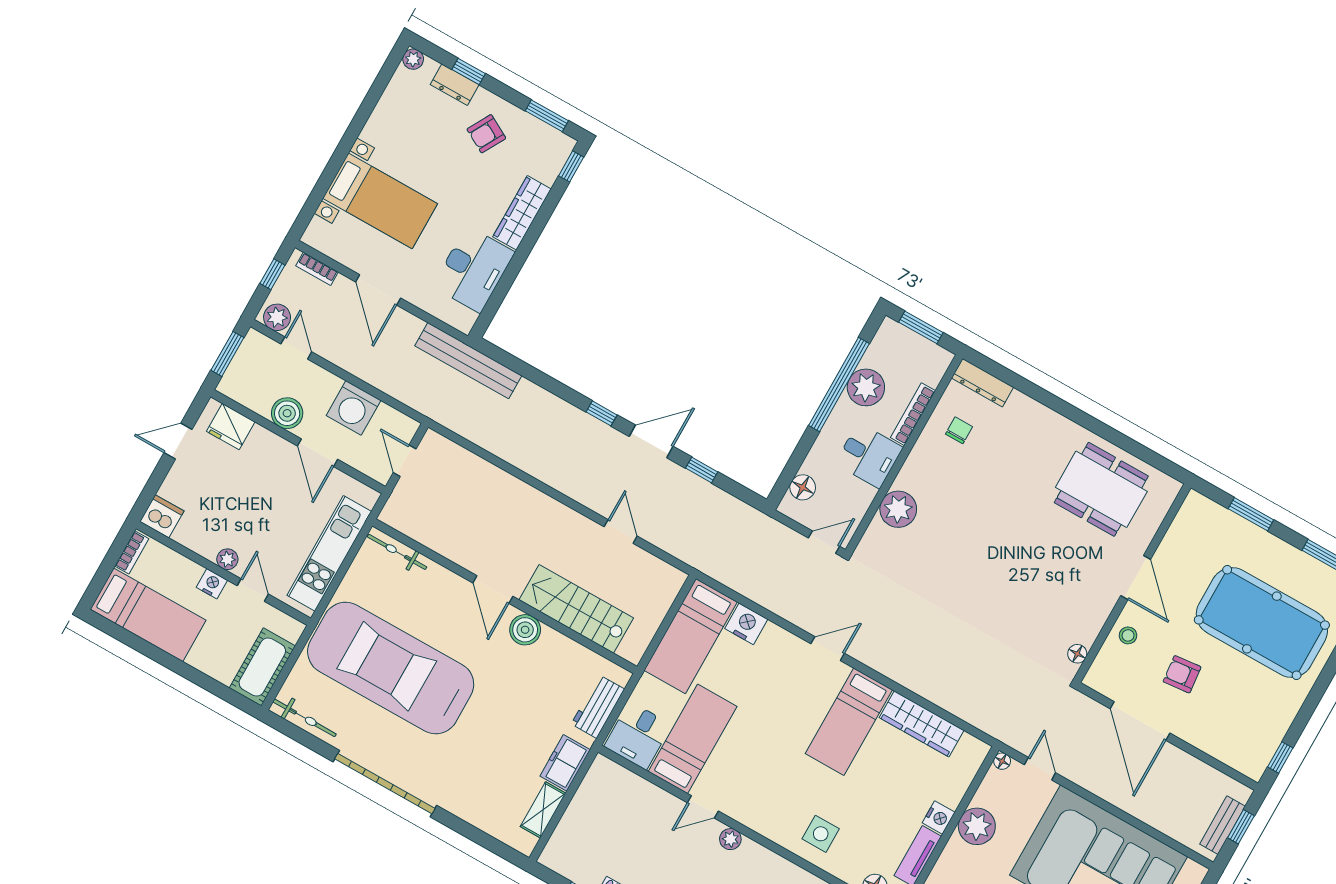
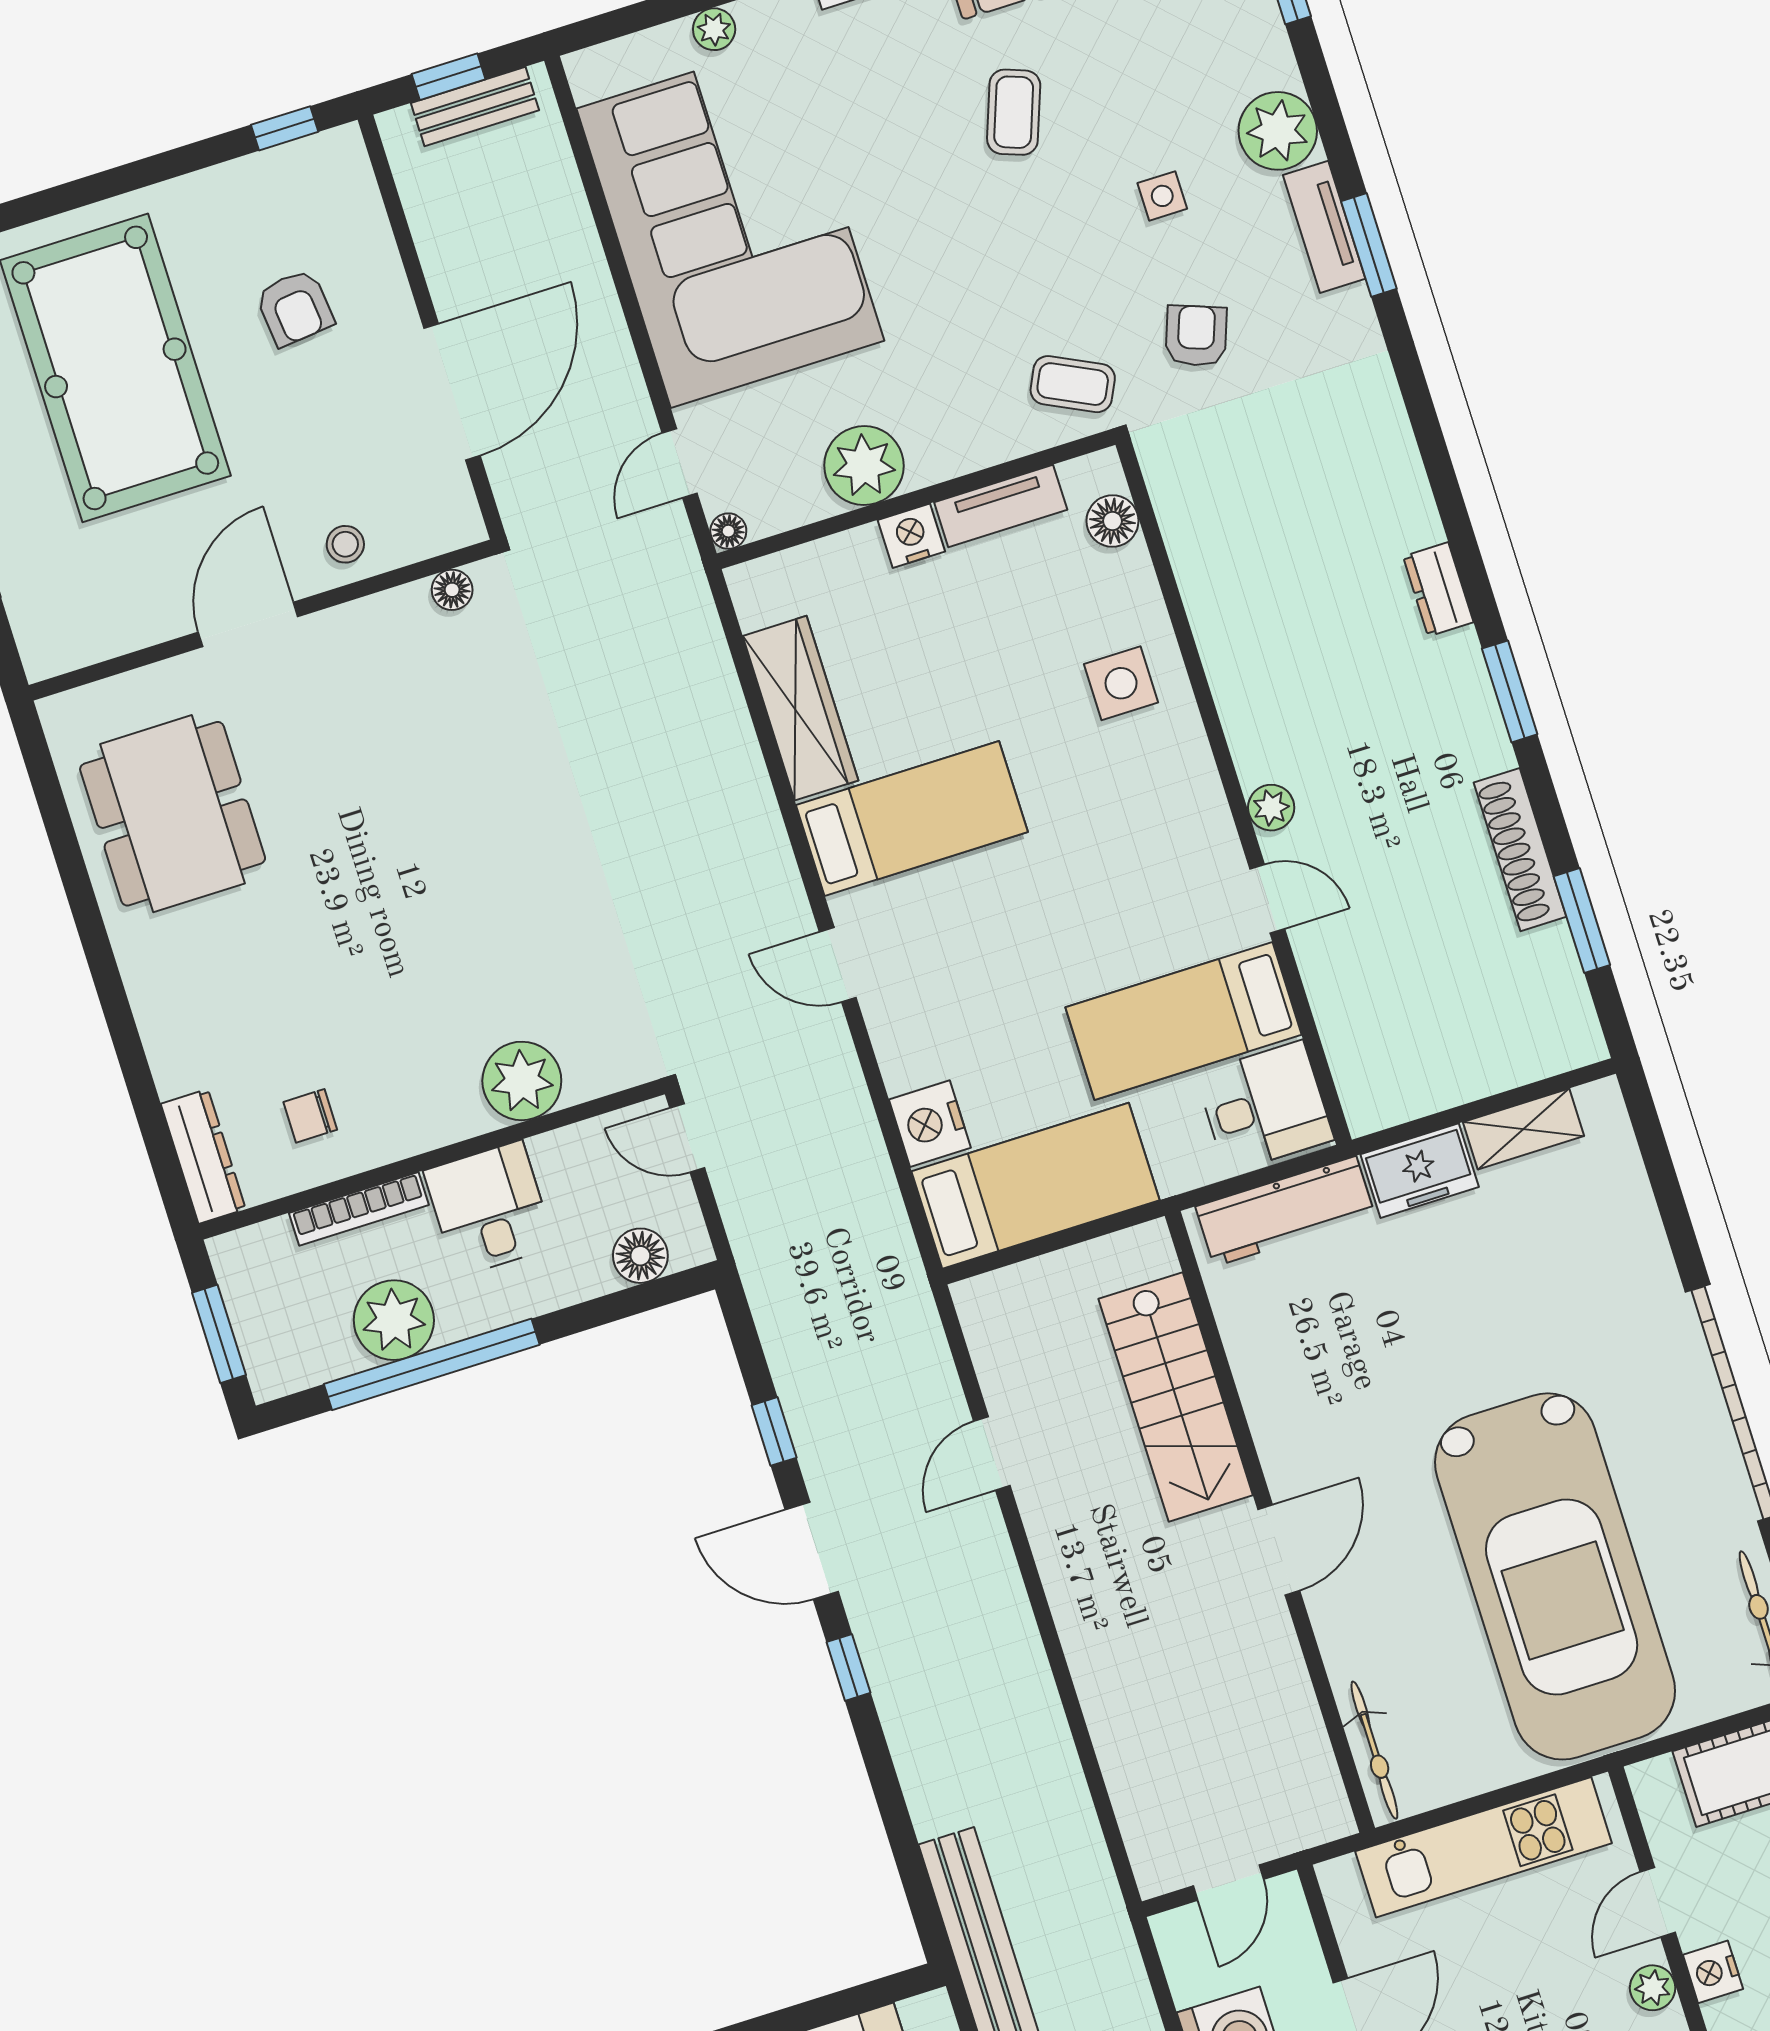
boiler: (525, 630) -> (1287, 1439), removed
armchair: (1182, 674) -> (295, 308), moved
workbench: (598, 707) -> (1285, 1211), width x1.37

